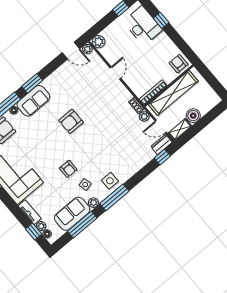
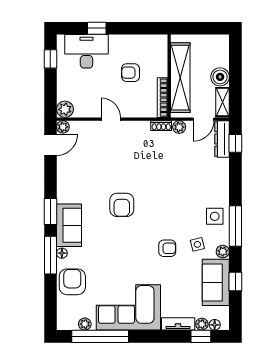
armchair: (179, 64) -> (130, 73), moved
dresser: (161, 144) -> (222, 139), width x1.44
window: (82, 225) -> (235, 281), width x0.46

